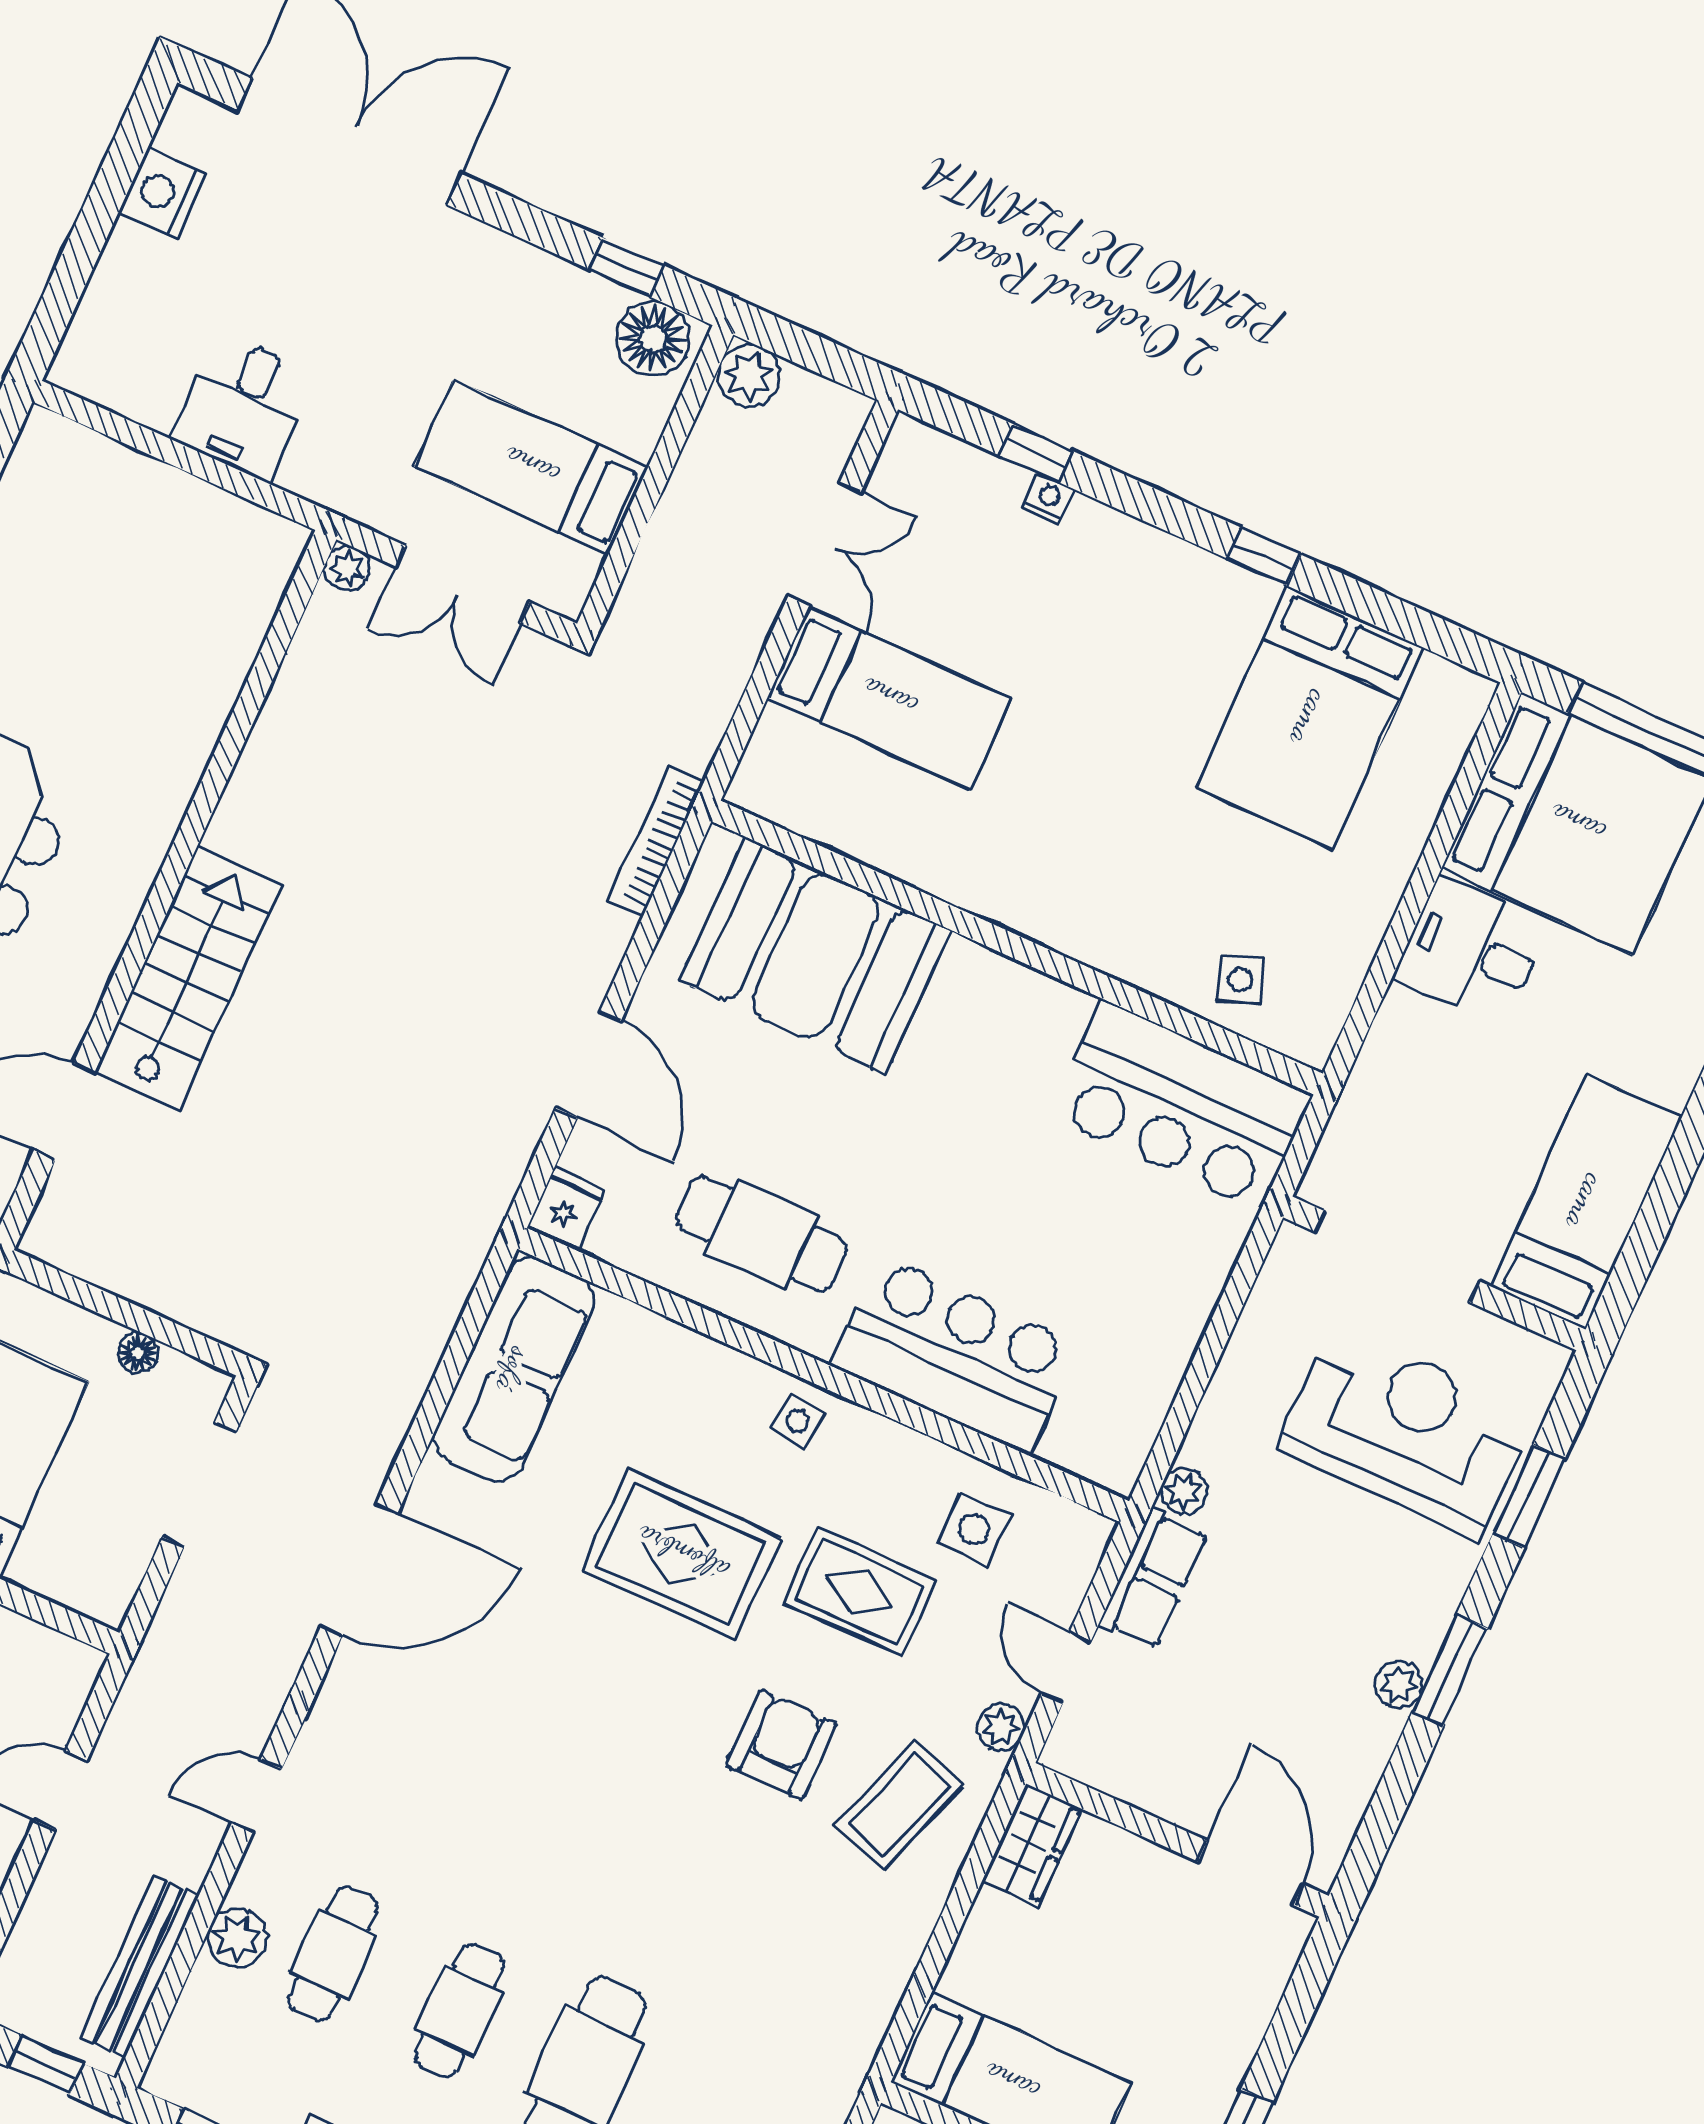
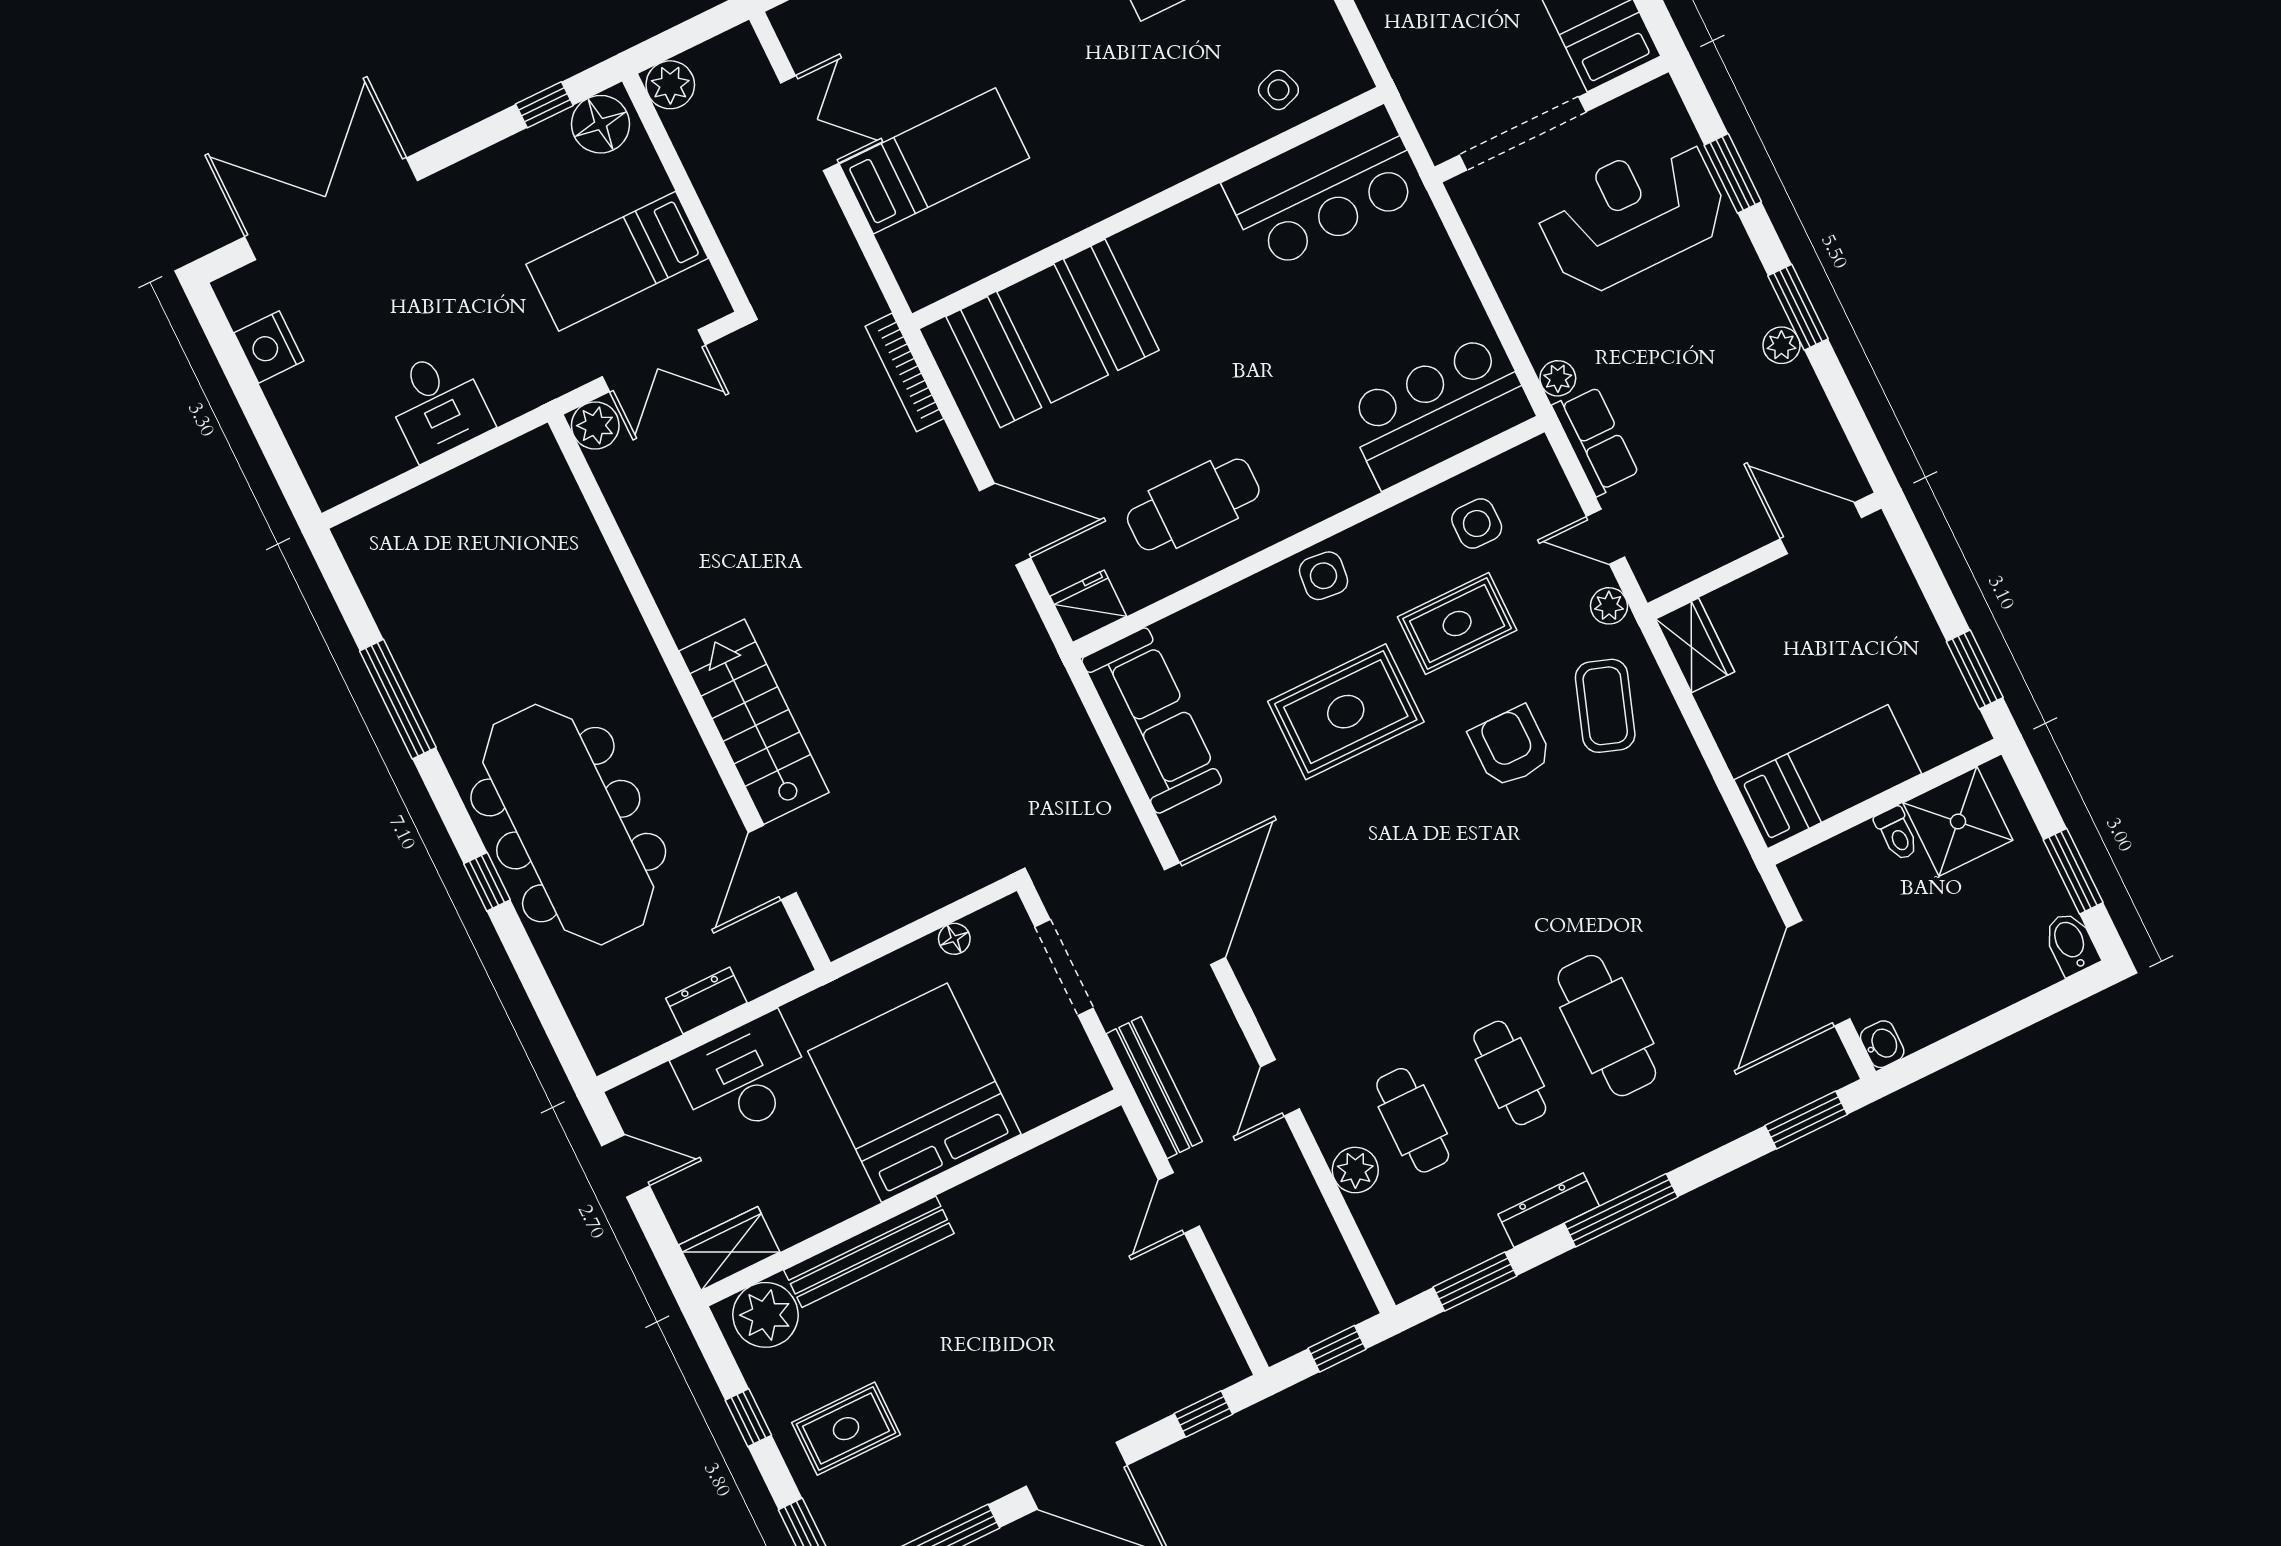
plant: (347, 568) -> (595, 425), width x1.38, depth x1.38
fridge: (566, 1209) -> (1088, 606), width x1.38
bar counter: (955, 1355) -> (1438, 411), moved
side table: (798, 1421) -> (1324, 576), width x1.37, depth x1.37
bench: (140, 1966) -> (1154, 1088), moved

